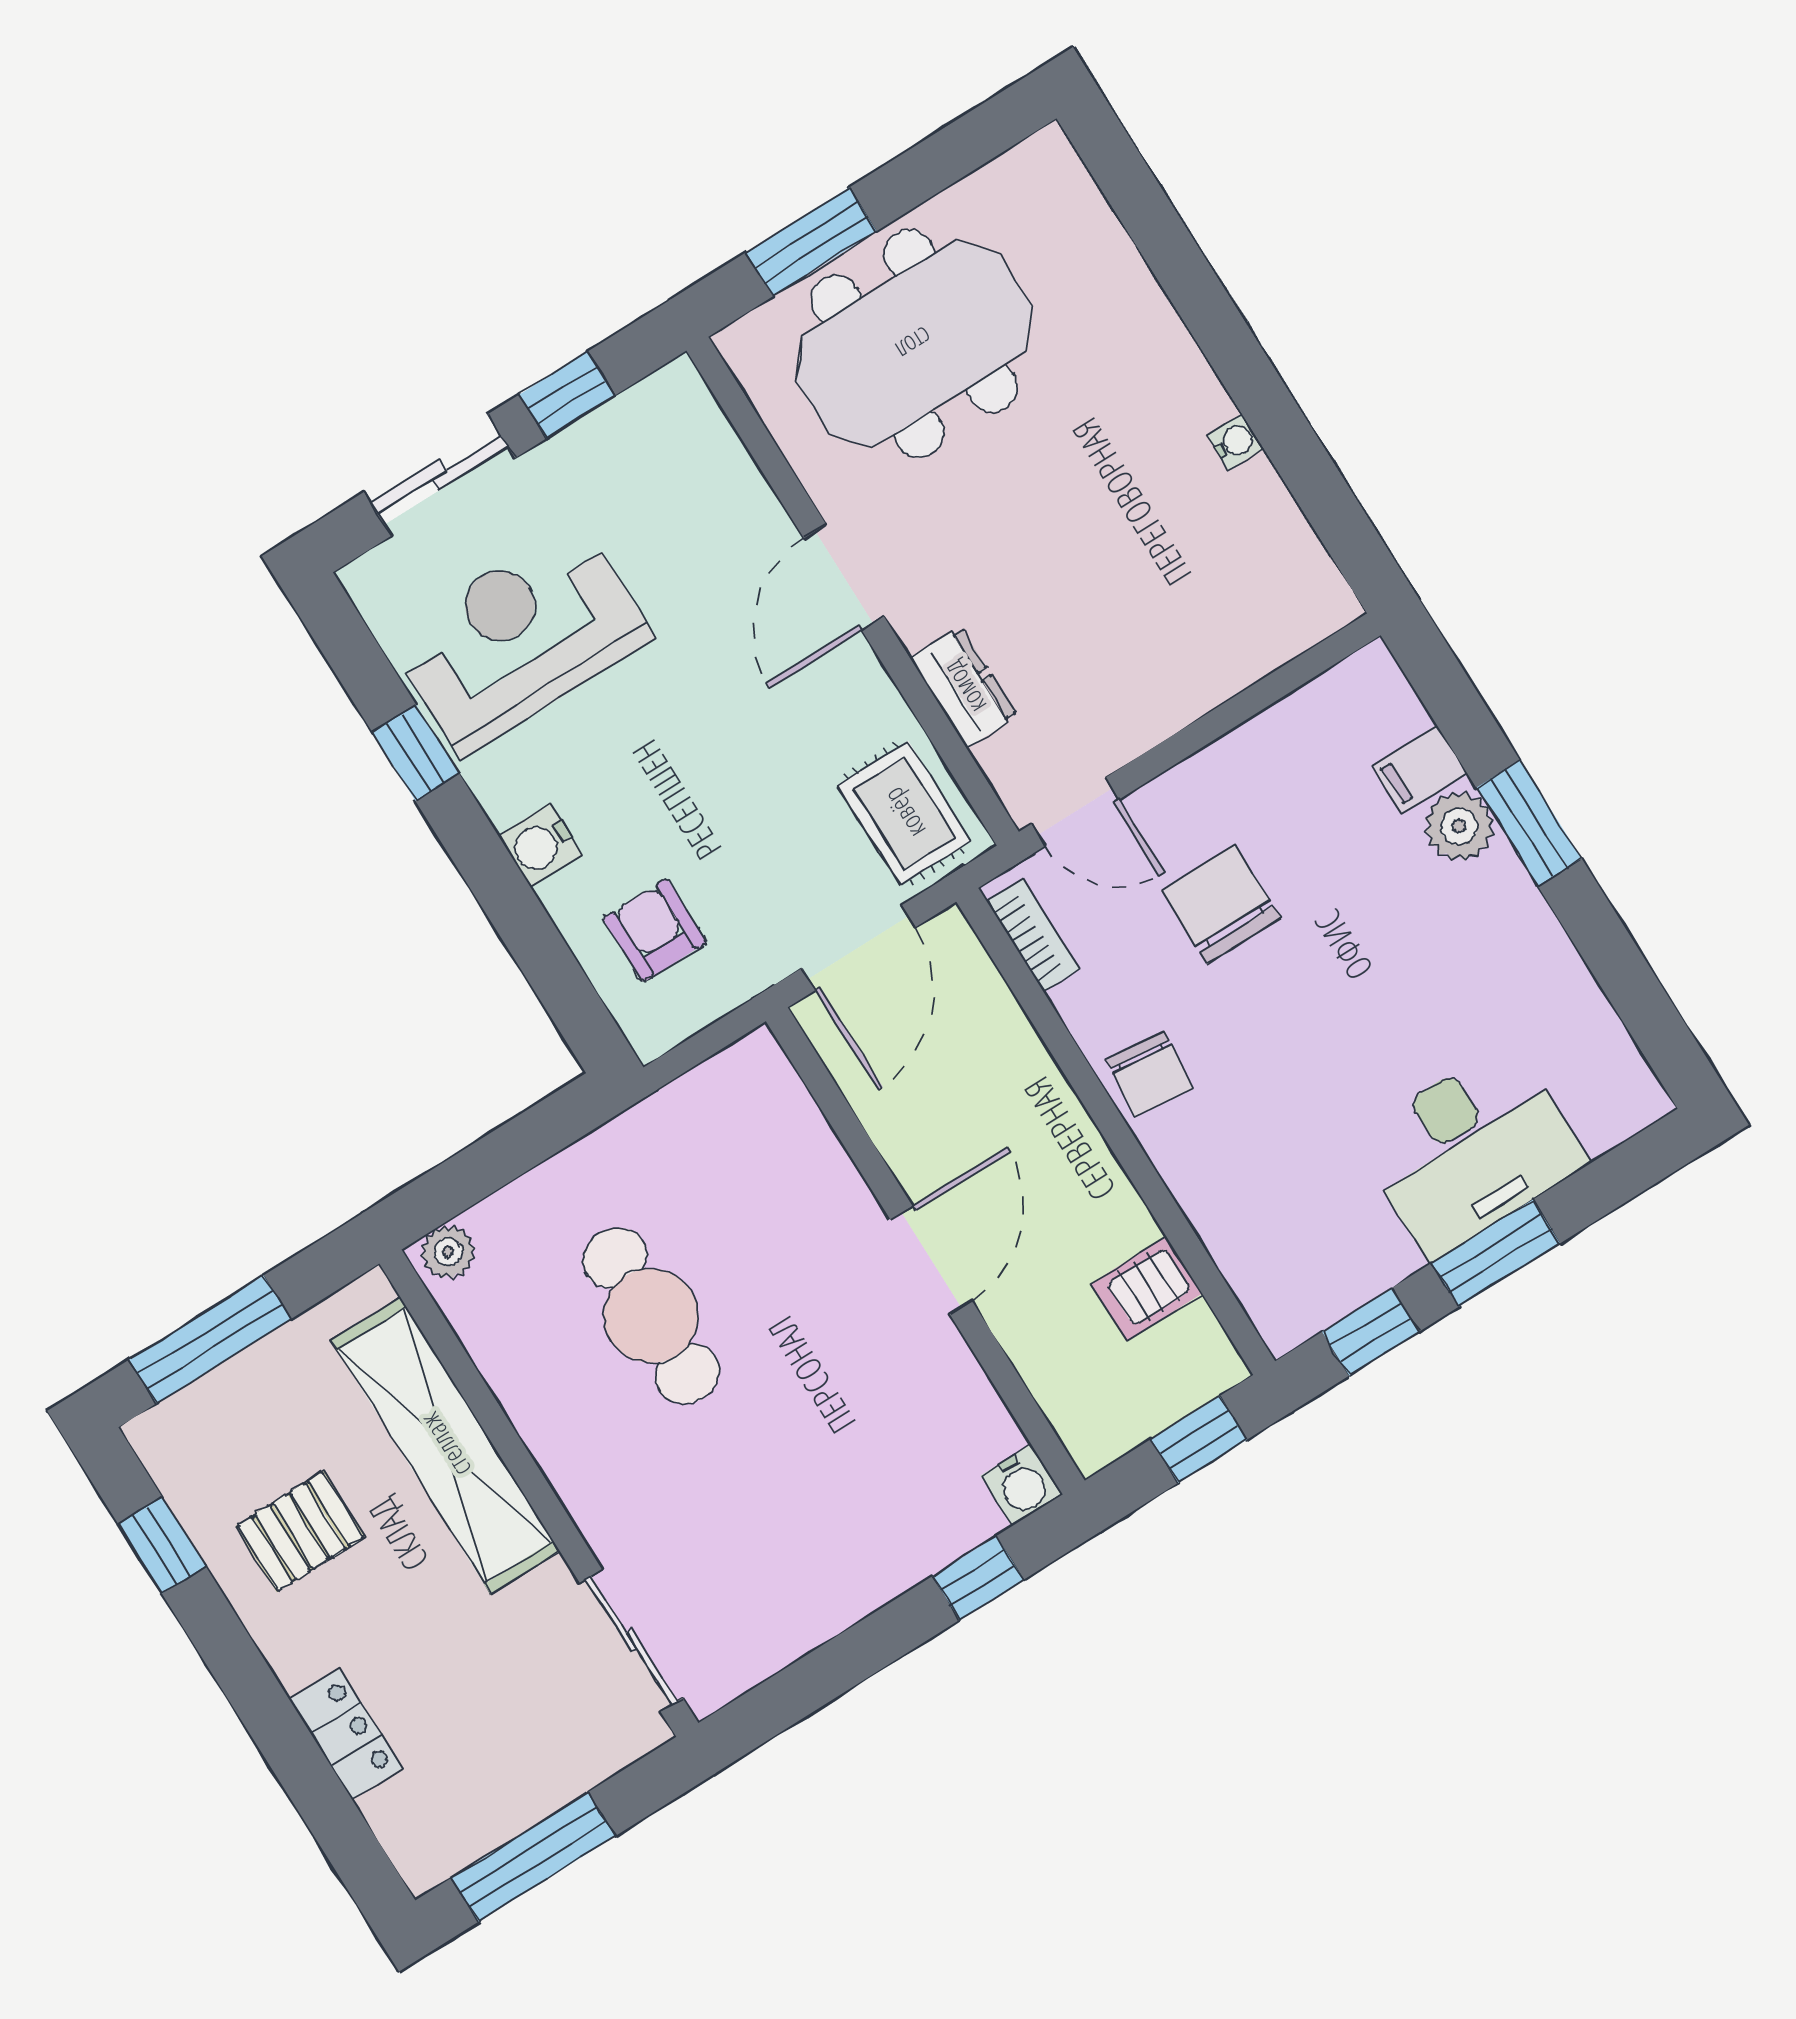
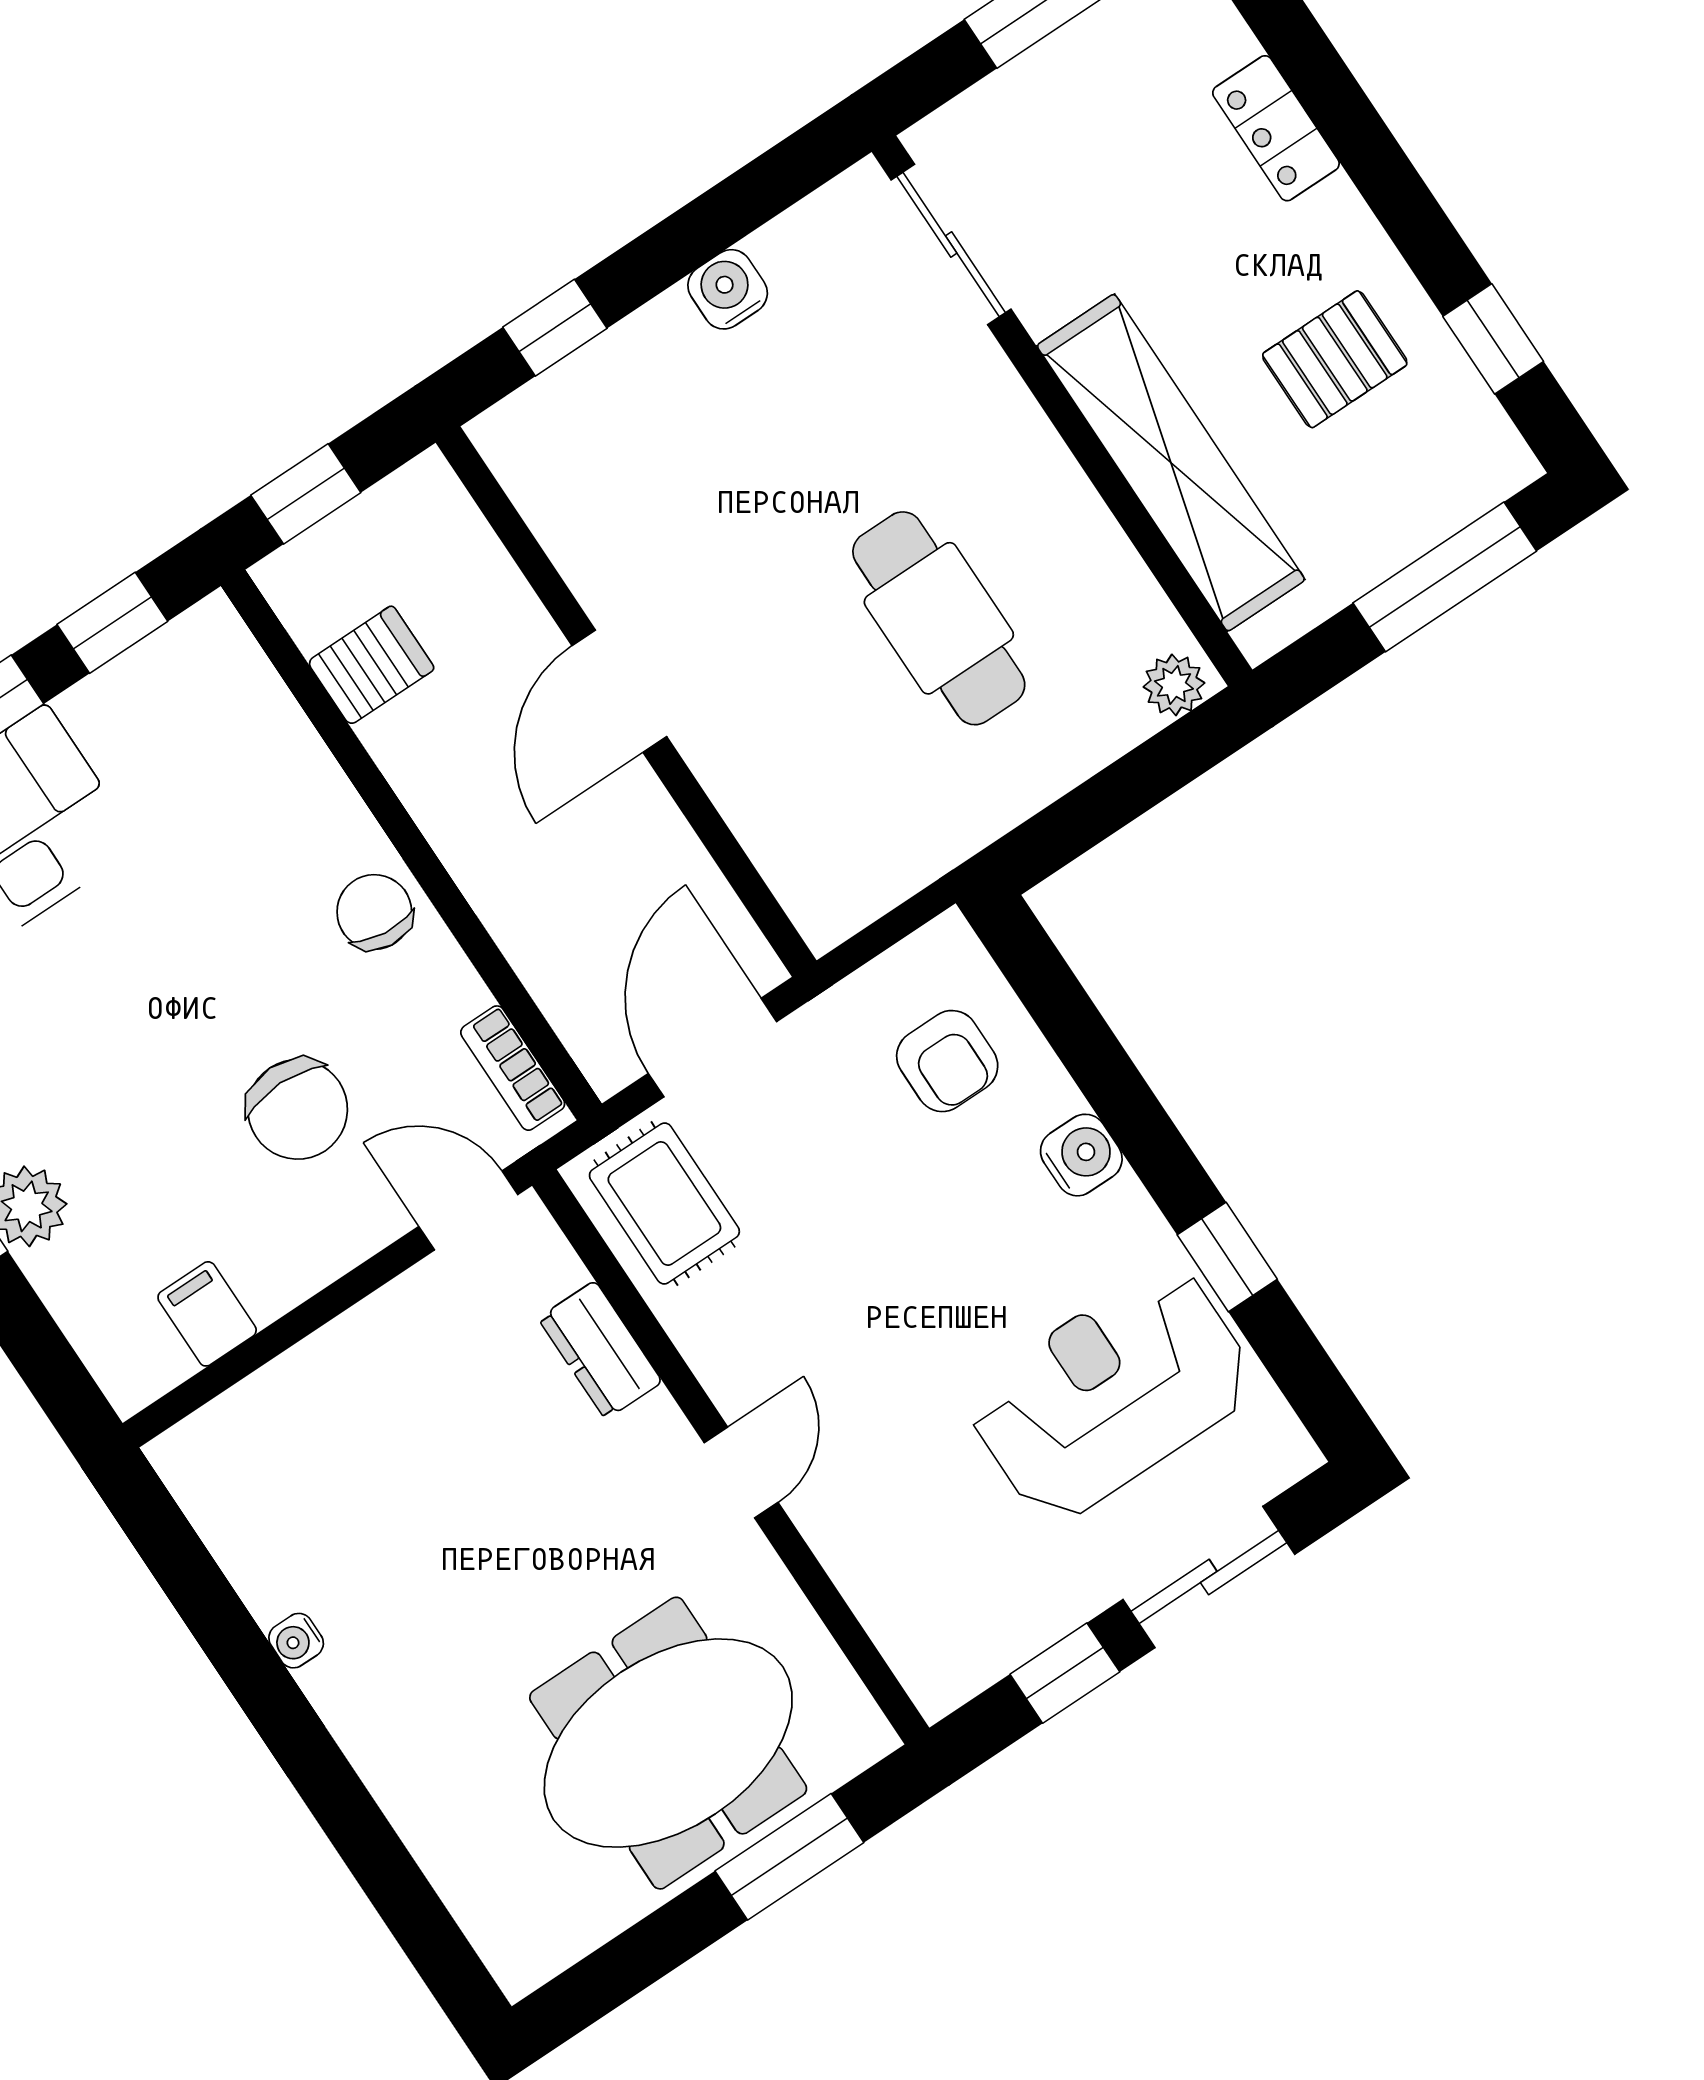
door: (844, 577) -> (741, 1473), width x0.73
reception desk: (520, 637) -> (1111, 1393), turned 180
filing cabinet: (1420, 769) -> (207, 1314), moved, turned -90
water cooler: (1022, 1485) -> (728, 289), moved

